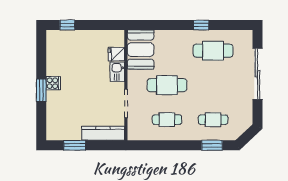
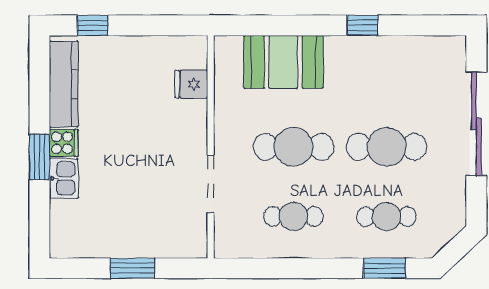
booth: (141, 50) -> (283, 62), moved, turned 90
cafe table: (213, 51) -> (386, 147), moved
kitchen sink: (117, 72) -> (64, 178), moved, turned 180
kitchen counter: (103, 133) -> (64, 84), moved, turned 90
window: (75, 145) -> (132, 268), moved

